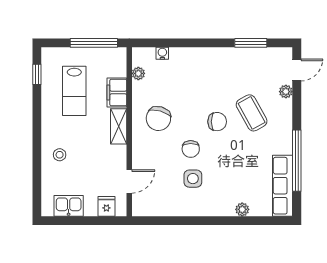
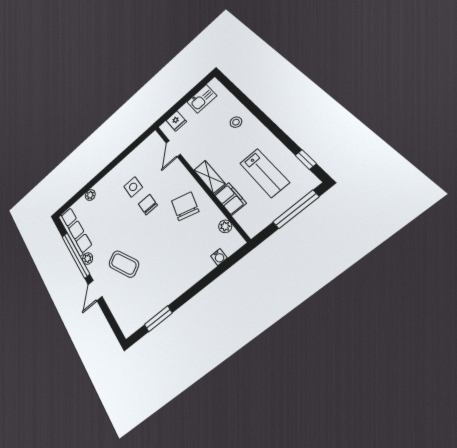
window: (94, 43) -> (296, 209), moved
door: (297, 70) -> (95, 291), moved
lab bench: (74, 91) -> (264, 173), turned 180
plant: (286, 92) -> (88, 259), moved
chair: (217, 122) -> (143, 238), removed

